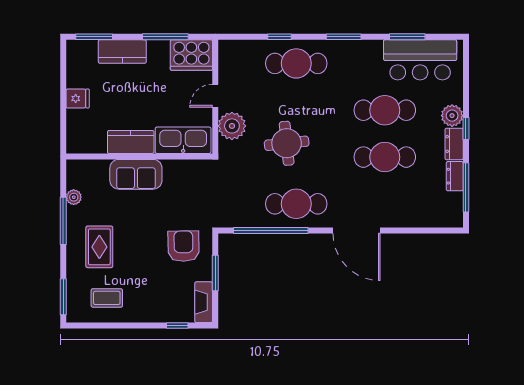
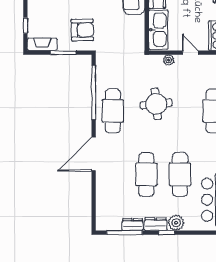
plant: (232, 126) -> (169, 60), width x0.53, depth x0.53

